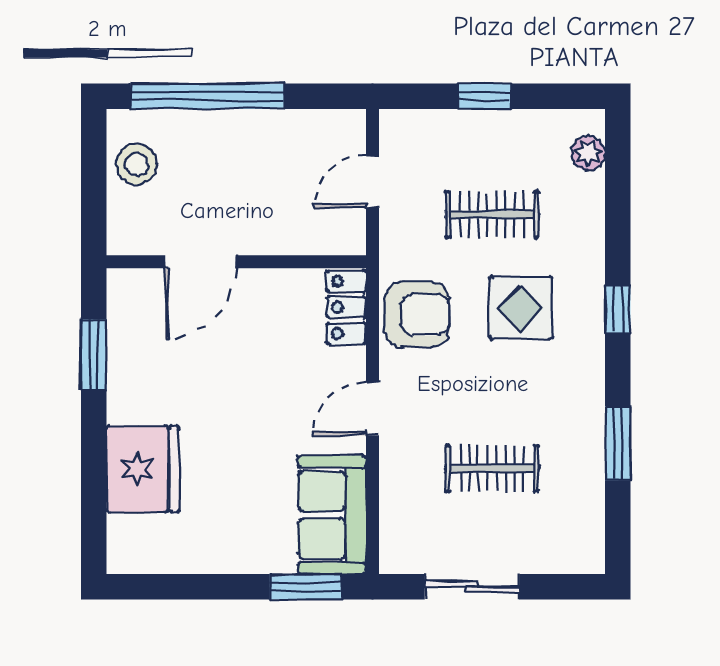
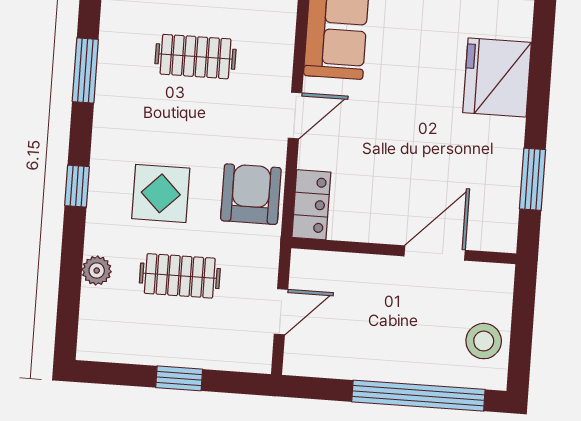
plant: (588, 153) -> (97, 271), moved
armchair: (417, 314) -> (251, 194), turned 90

